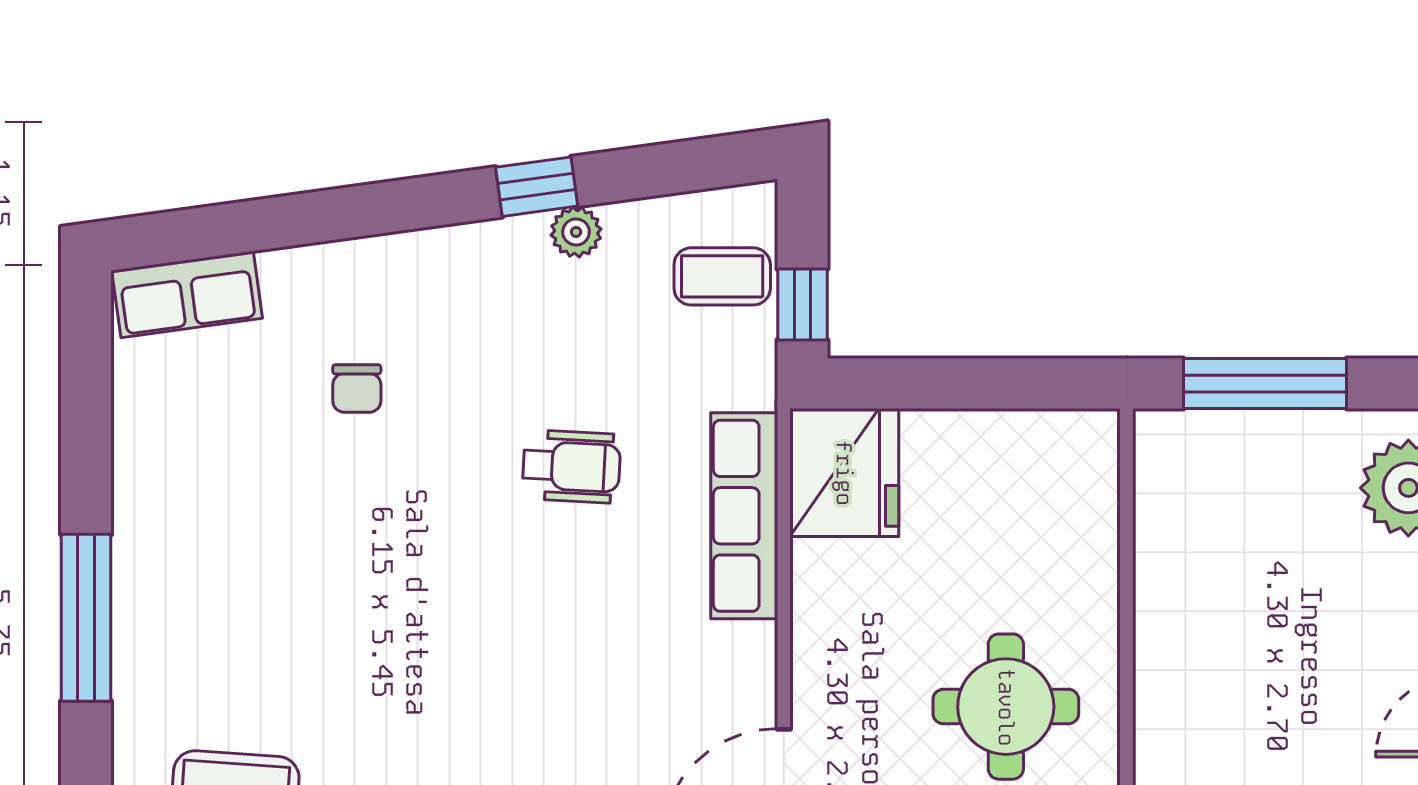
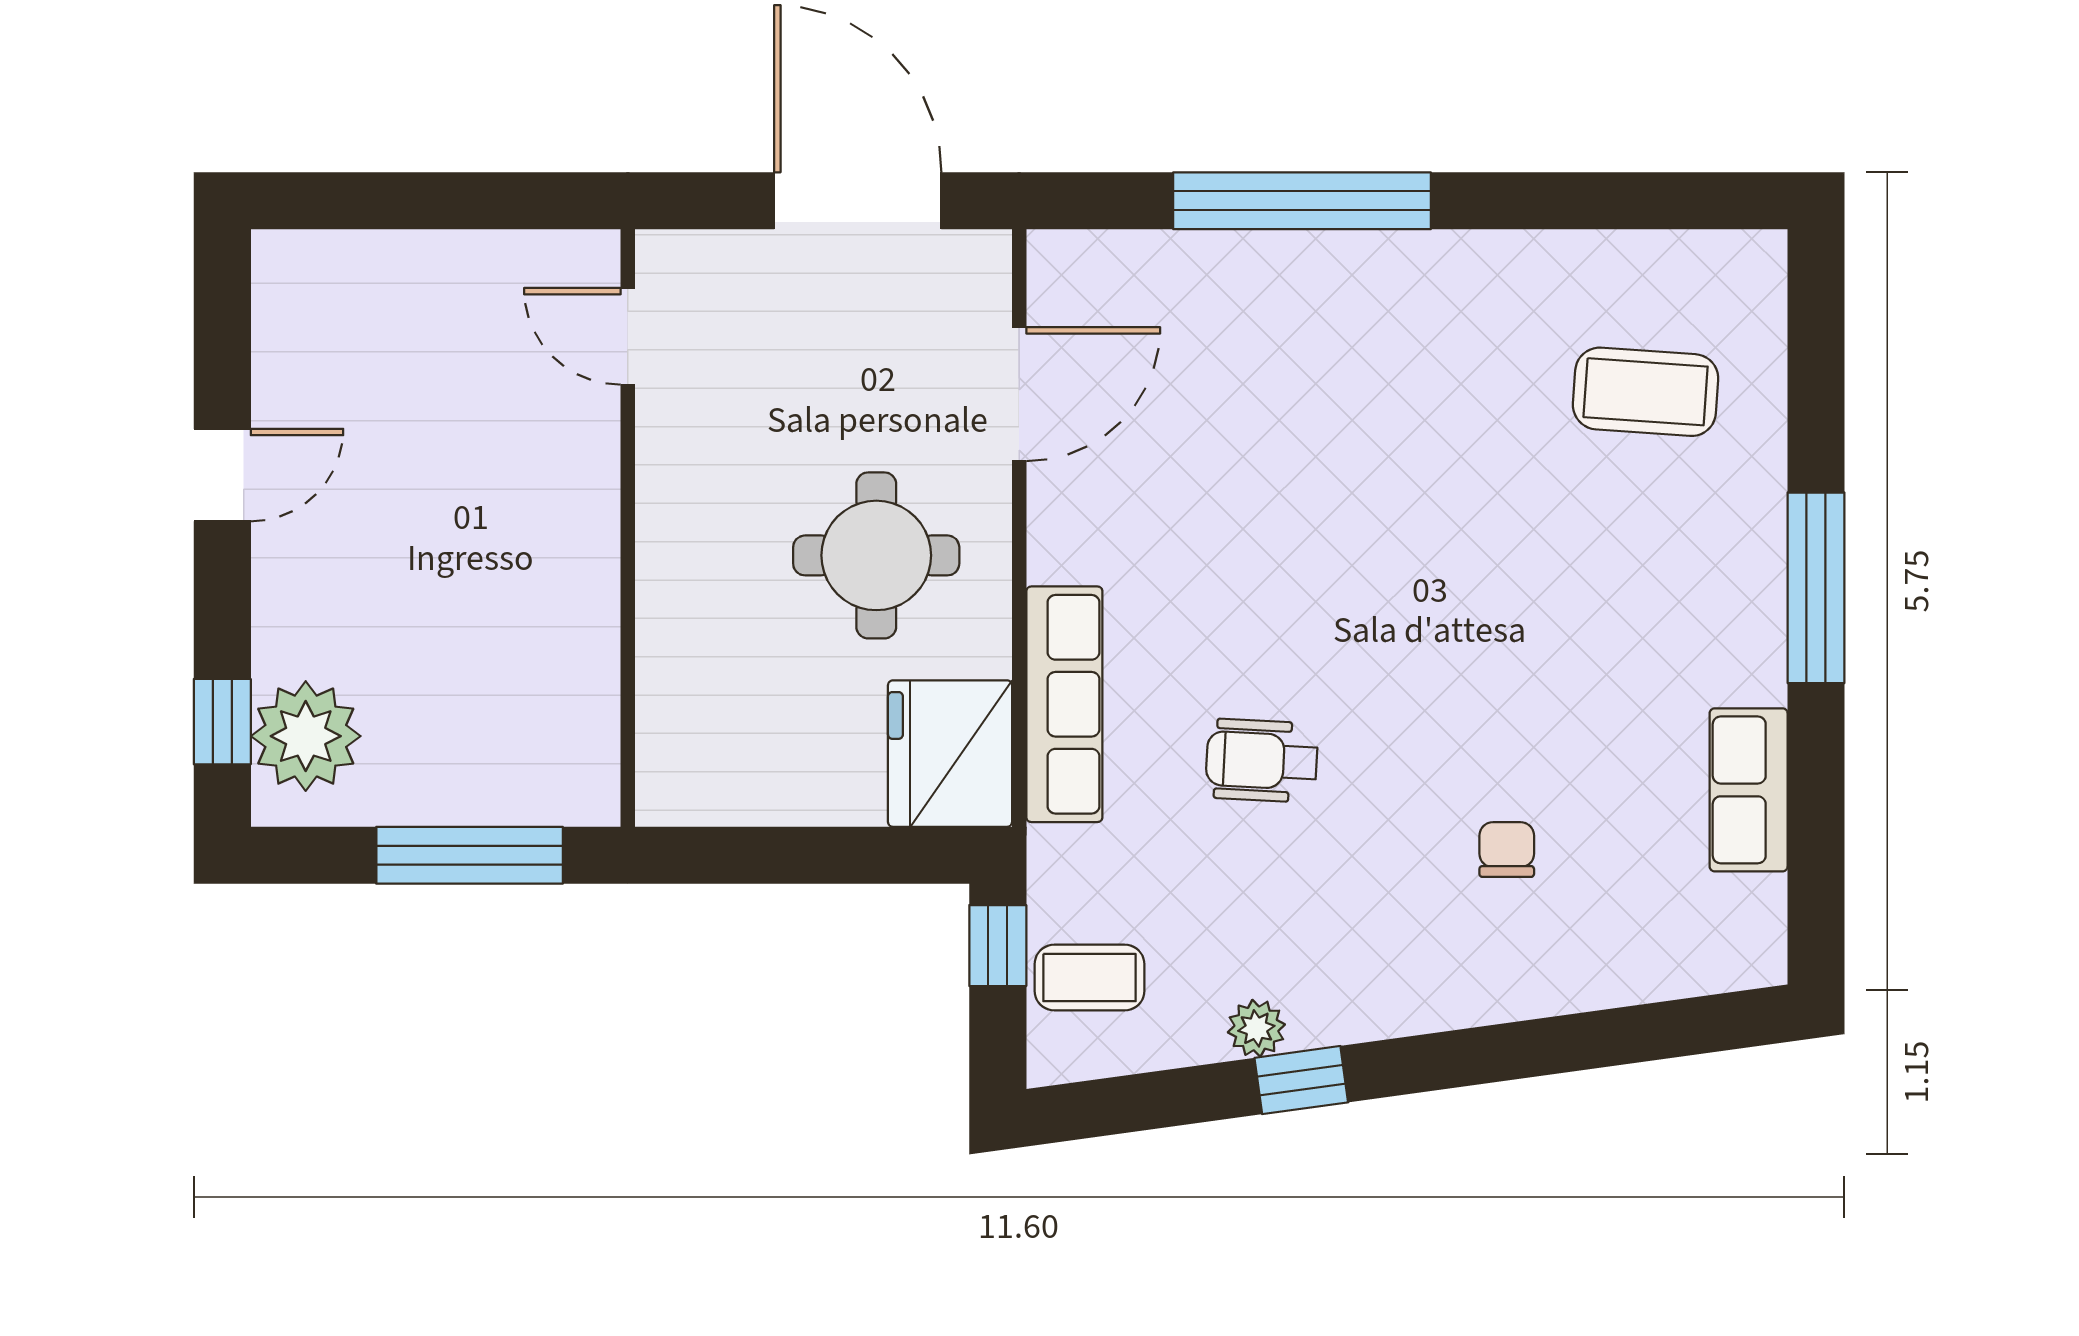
row of seats: (187, 294) -> (1749, 790), moved, turned -82
round table: (1006, 707) -> (876, 555), moved

